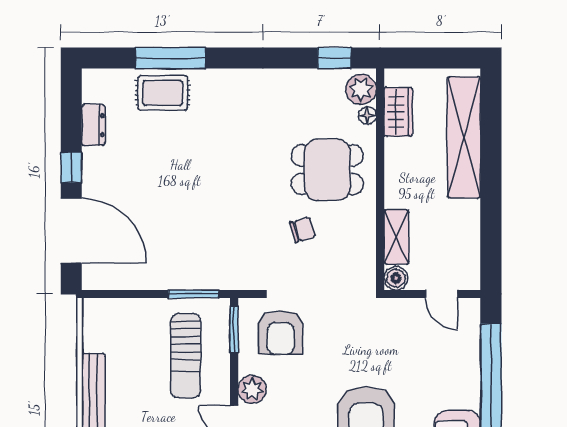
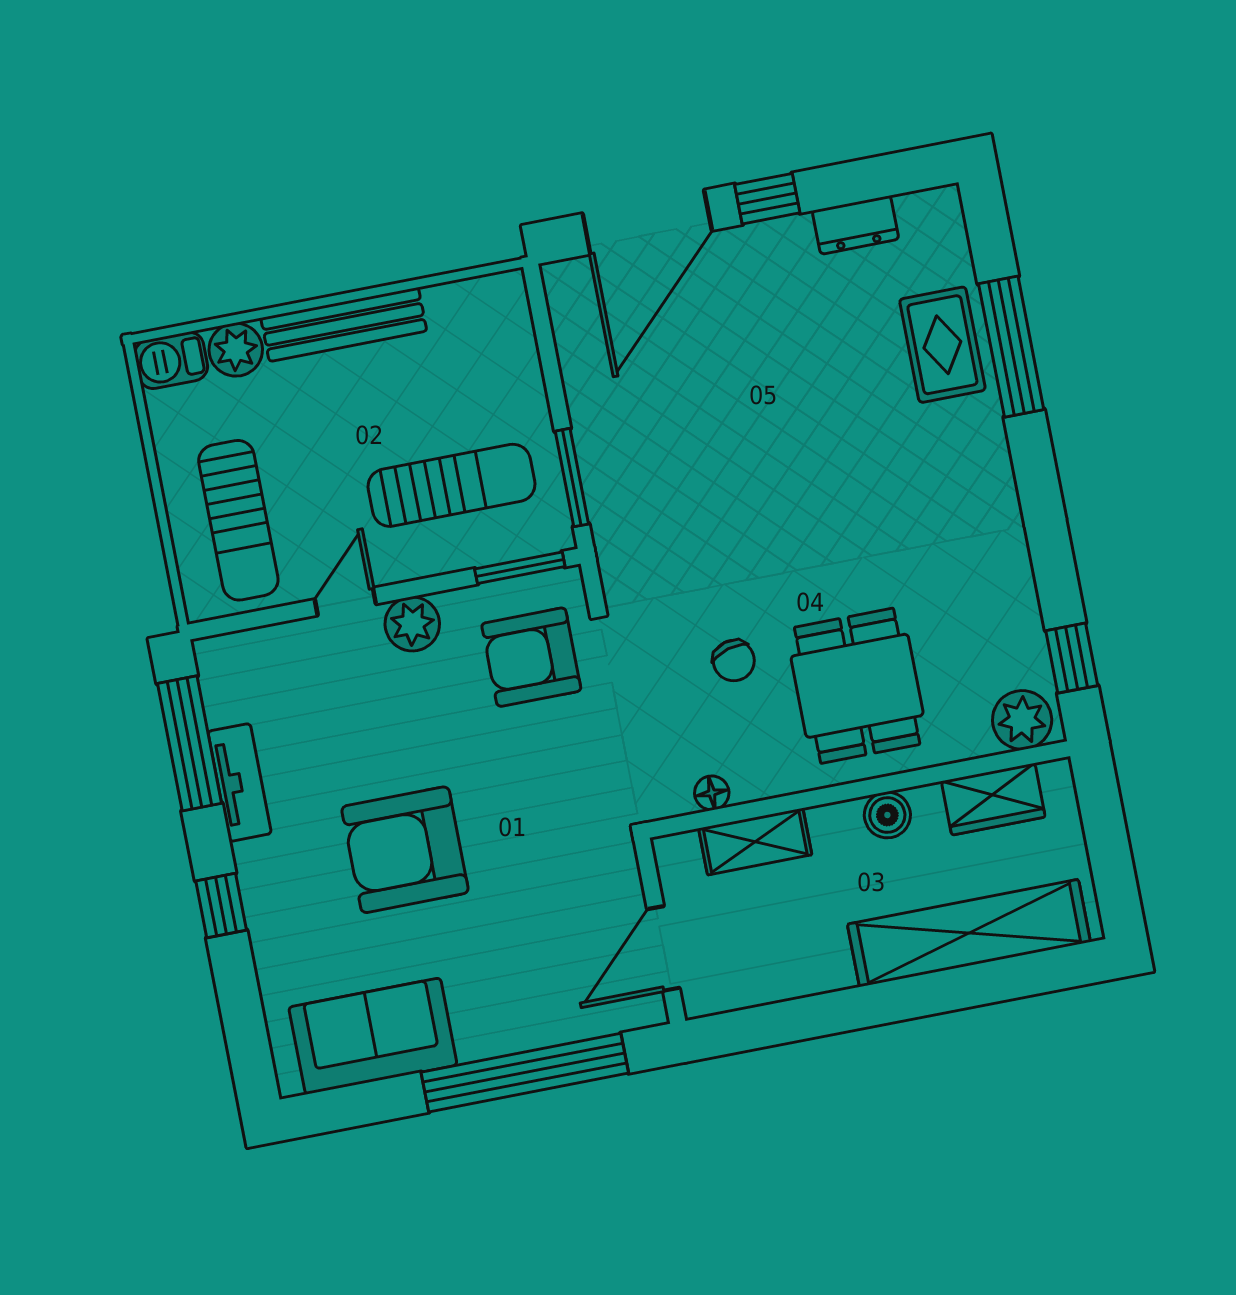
floor lamp: (367, 116) -> (712, 793), moved
boiler: (396, 278) -> (887, 815), moved
door: (442, 294) -> (663, 948), width x1.38
sun lounger: (186, 356) -> (451, 485), turned 180

